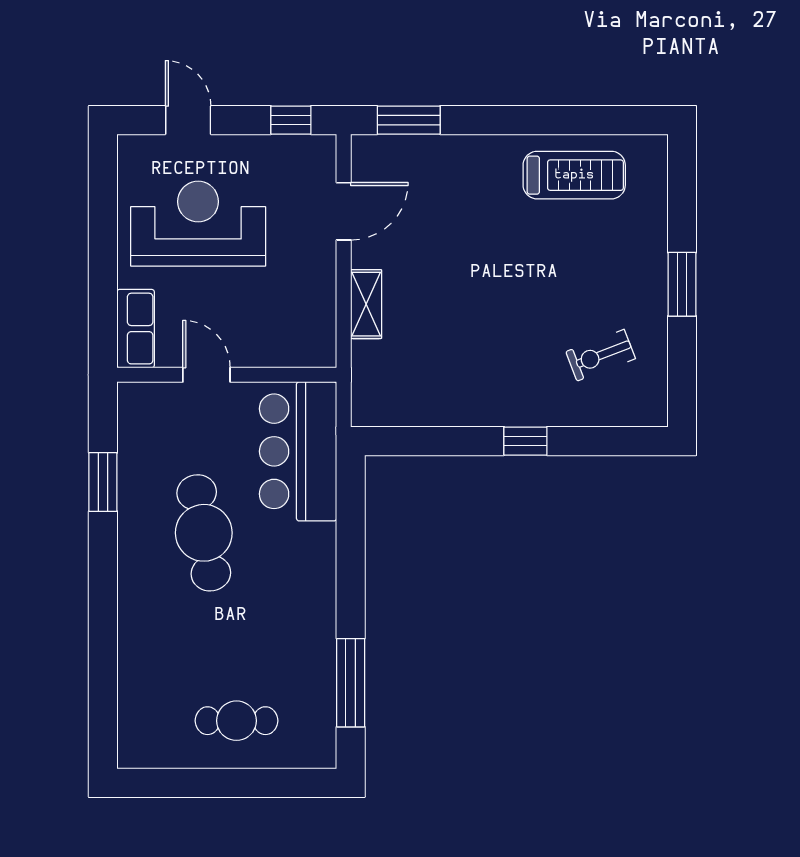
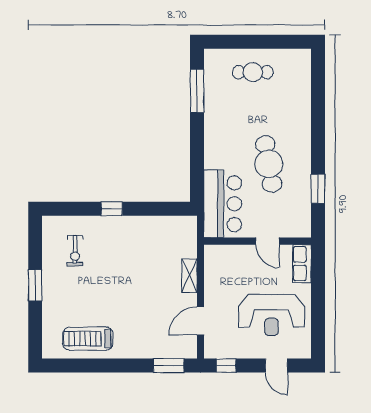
exercise bike: (601, 355) -> (75, 251), turned 111

